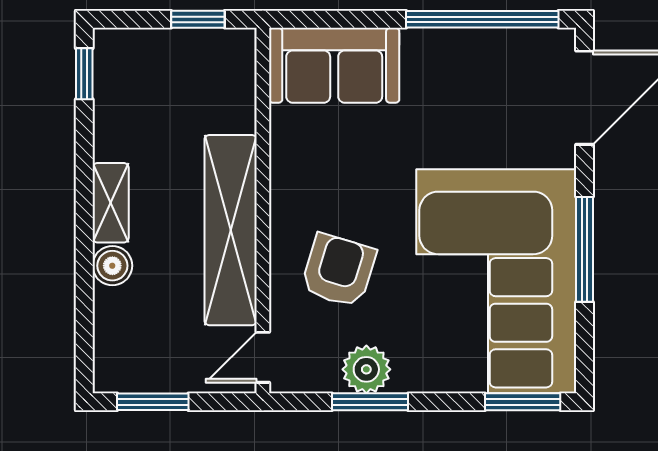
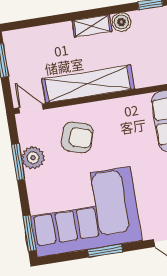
window: (584, 249) -> (105, 251), width x0.69
boiler: (112, 266) -> (121, 22), moved

